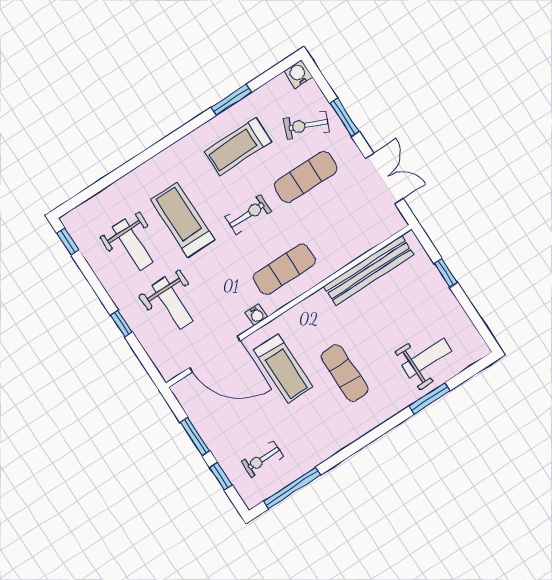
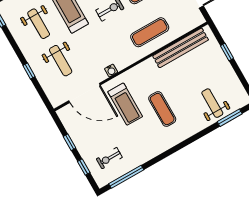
exercise mat: (284, 269) -> (150, 32), moved
weight bench: (427, 358) -> (212, 103), turned -90
window: (429, 398) -> (230, 118), moved
window: (195, 437) -> (70, 142), width x0.67

